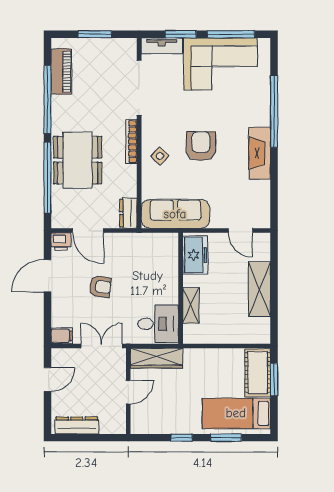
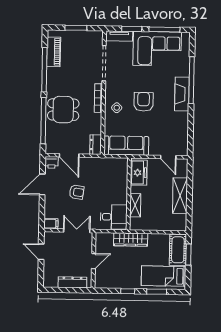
fireplace: (260, 153) -> (182, 94), moved
dining table: (78, 160) -> (63, 110), width x0.73
wardrobe: (156, 358) -> (131, 240), moved
door: (47, 379) -> (41, 252), swing flipped
dresser: (77, 425) -> (72, 282), moved

